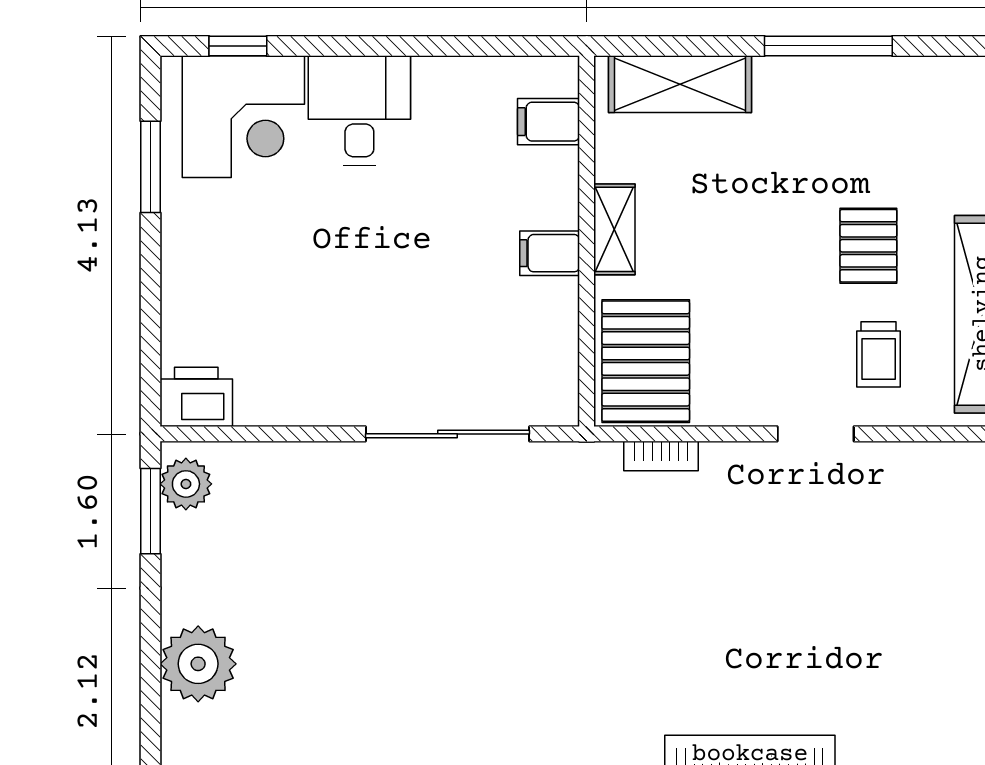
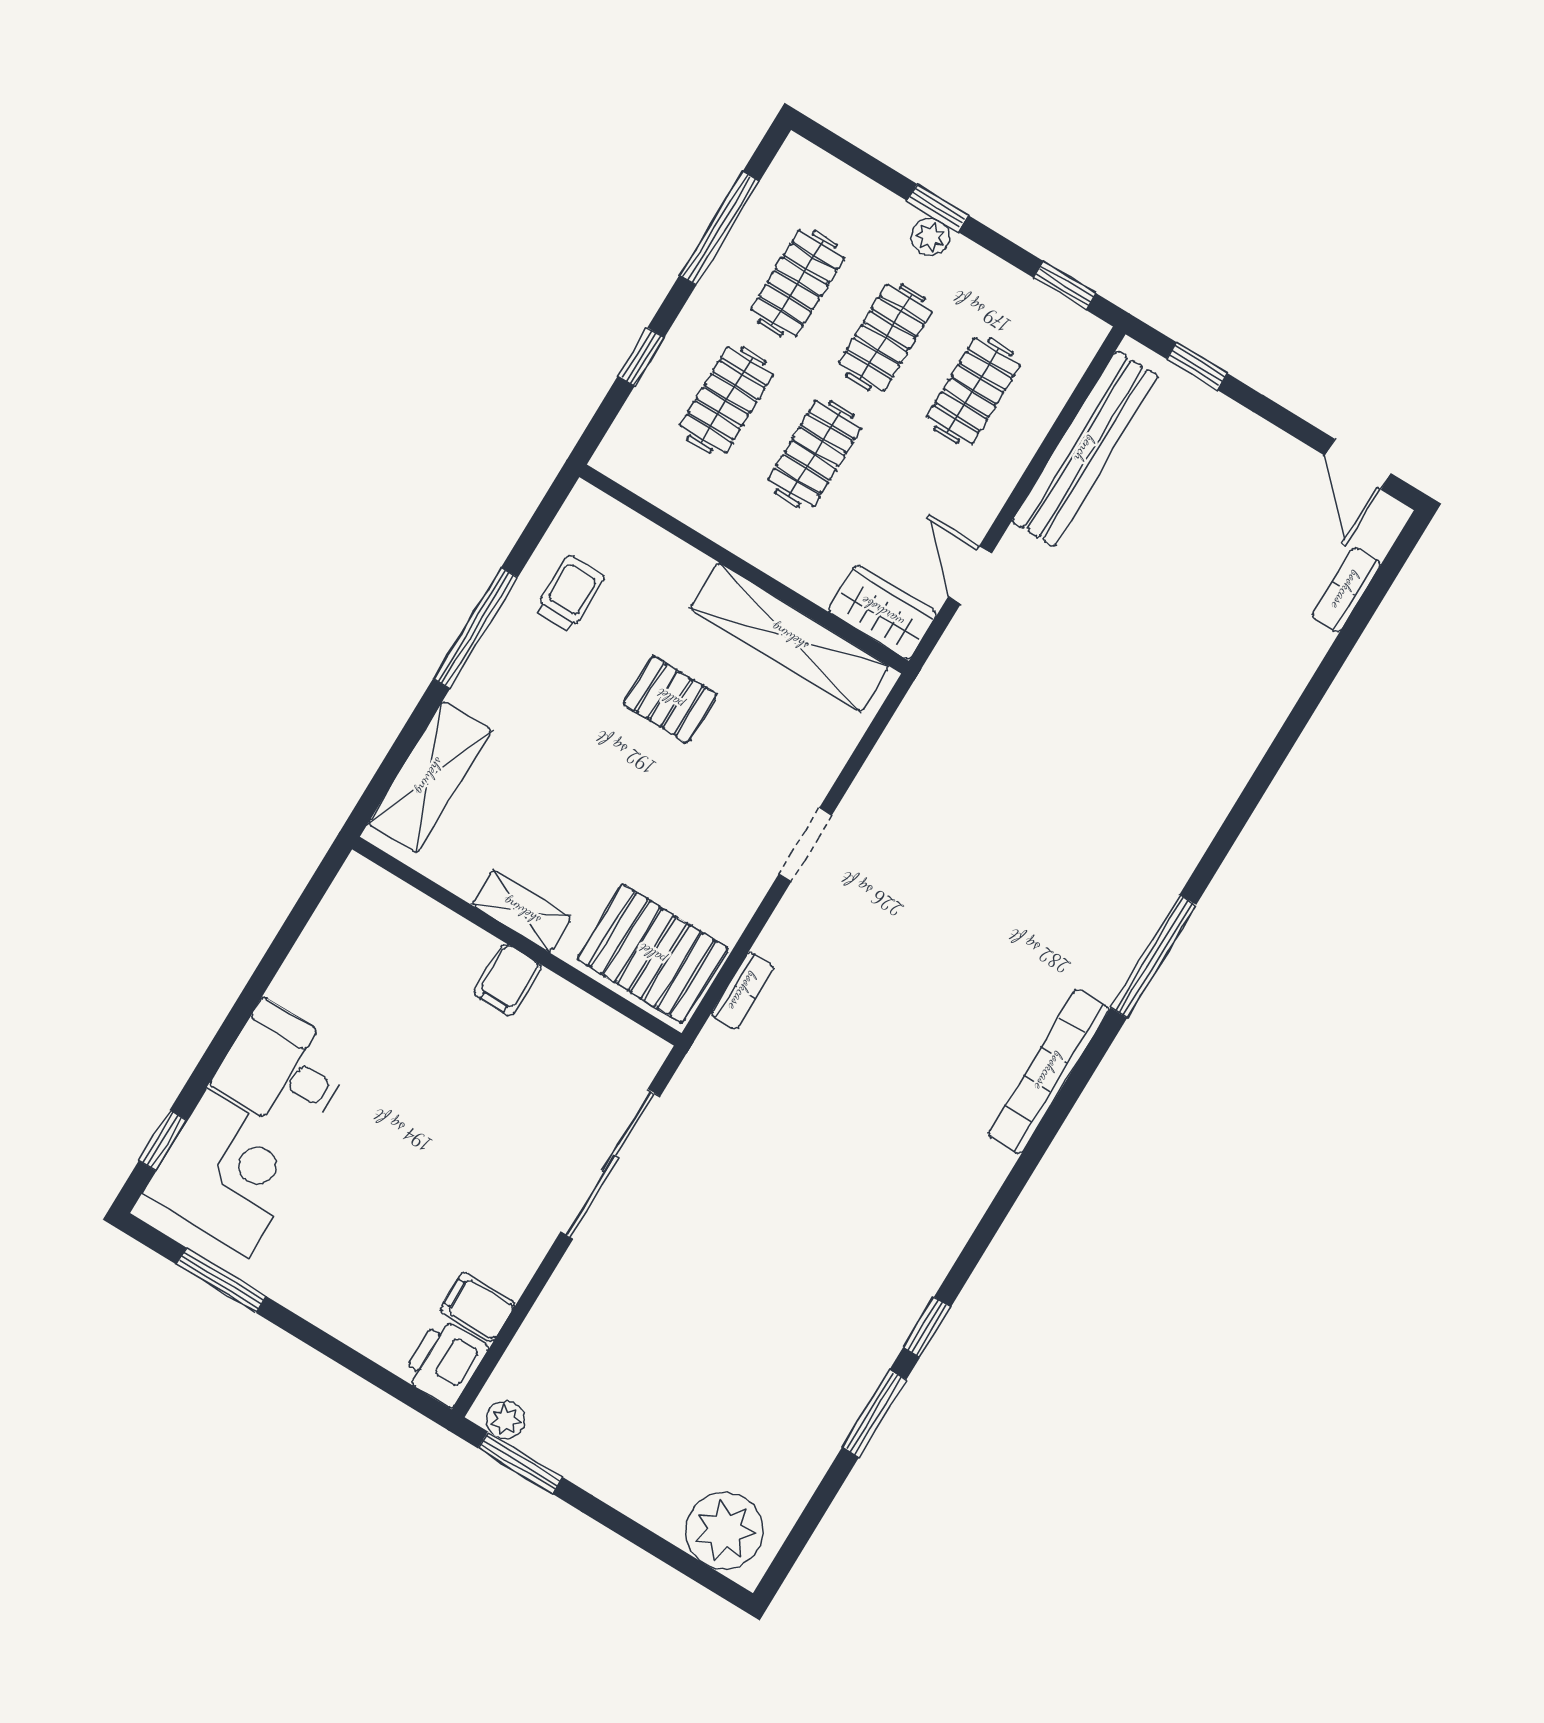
filing cabinet: (549, 122) -> (478, 1307), moved, turned 90
trolley: (879, 354) -> (570, 593), moved, turned -90
plant: (186, 484) -> (505, 1420), width x0.73, depth x0.73
plant: (198, 664) -> (724, 1531), moved

